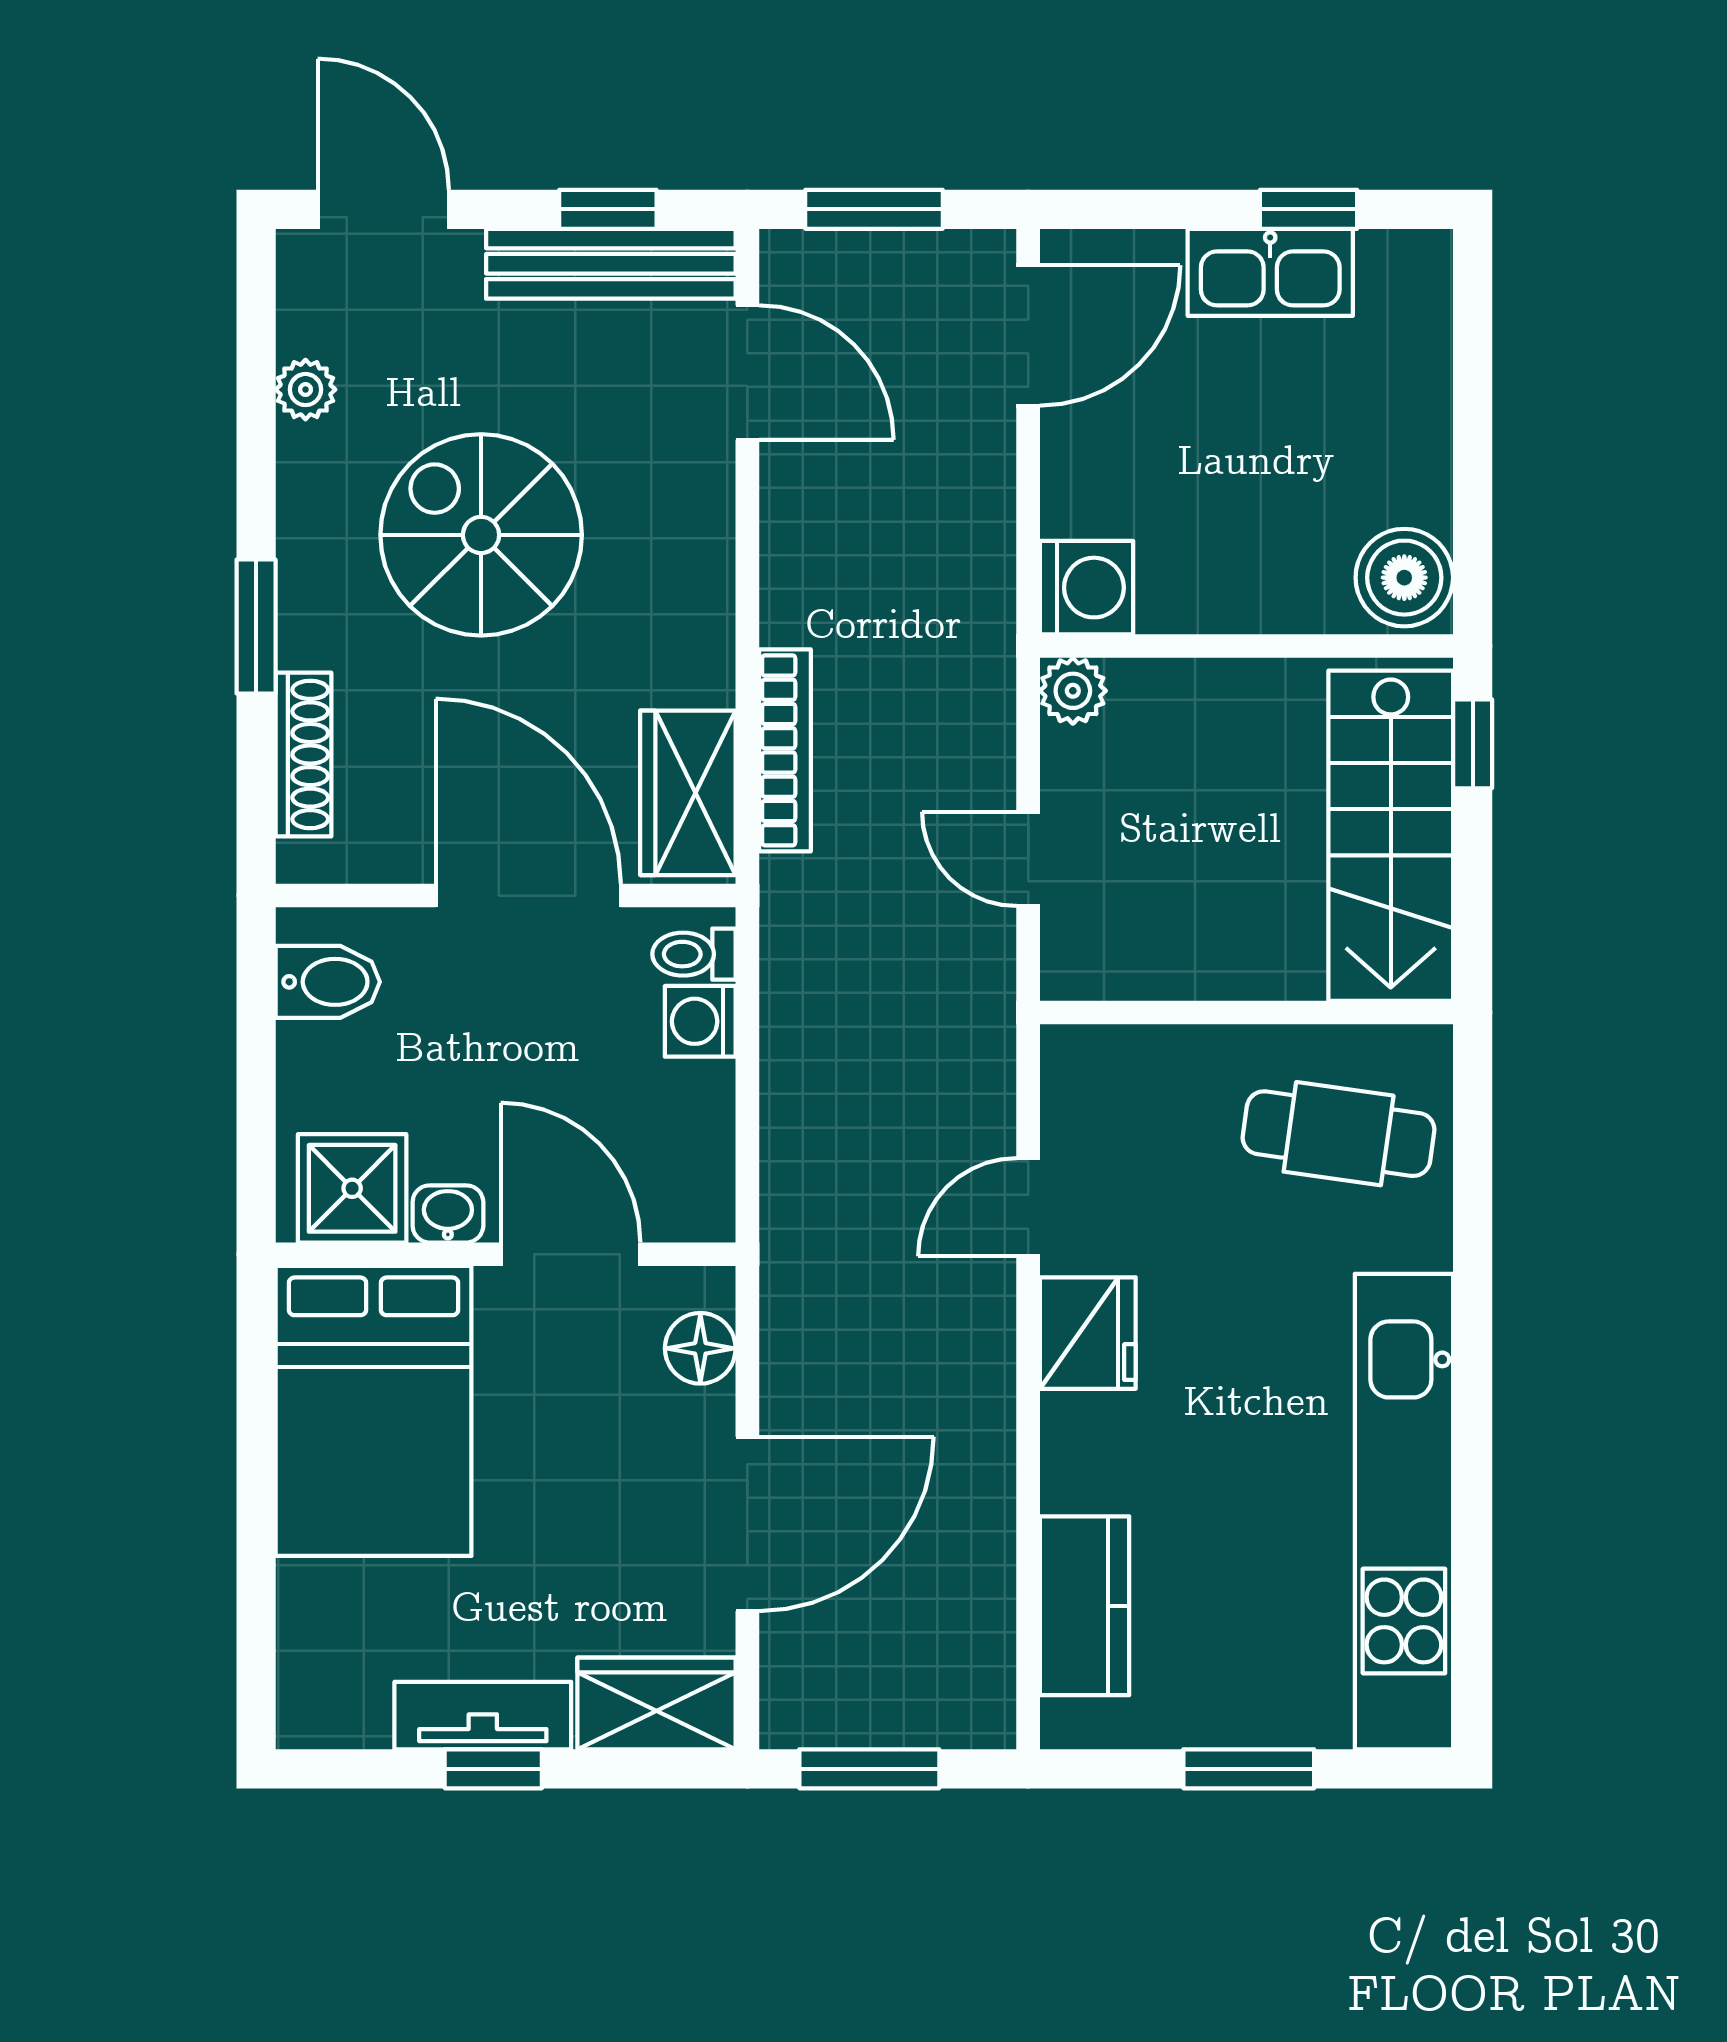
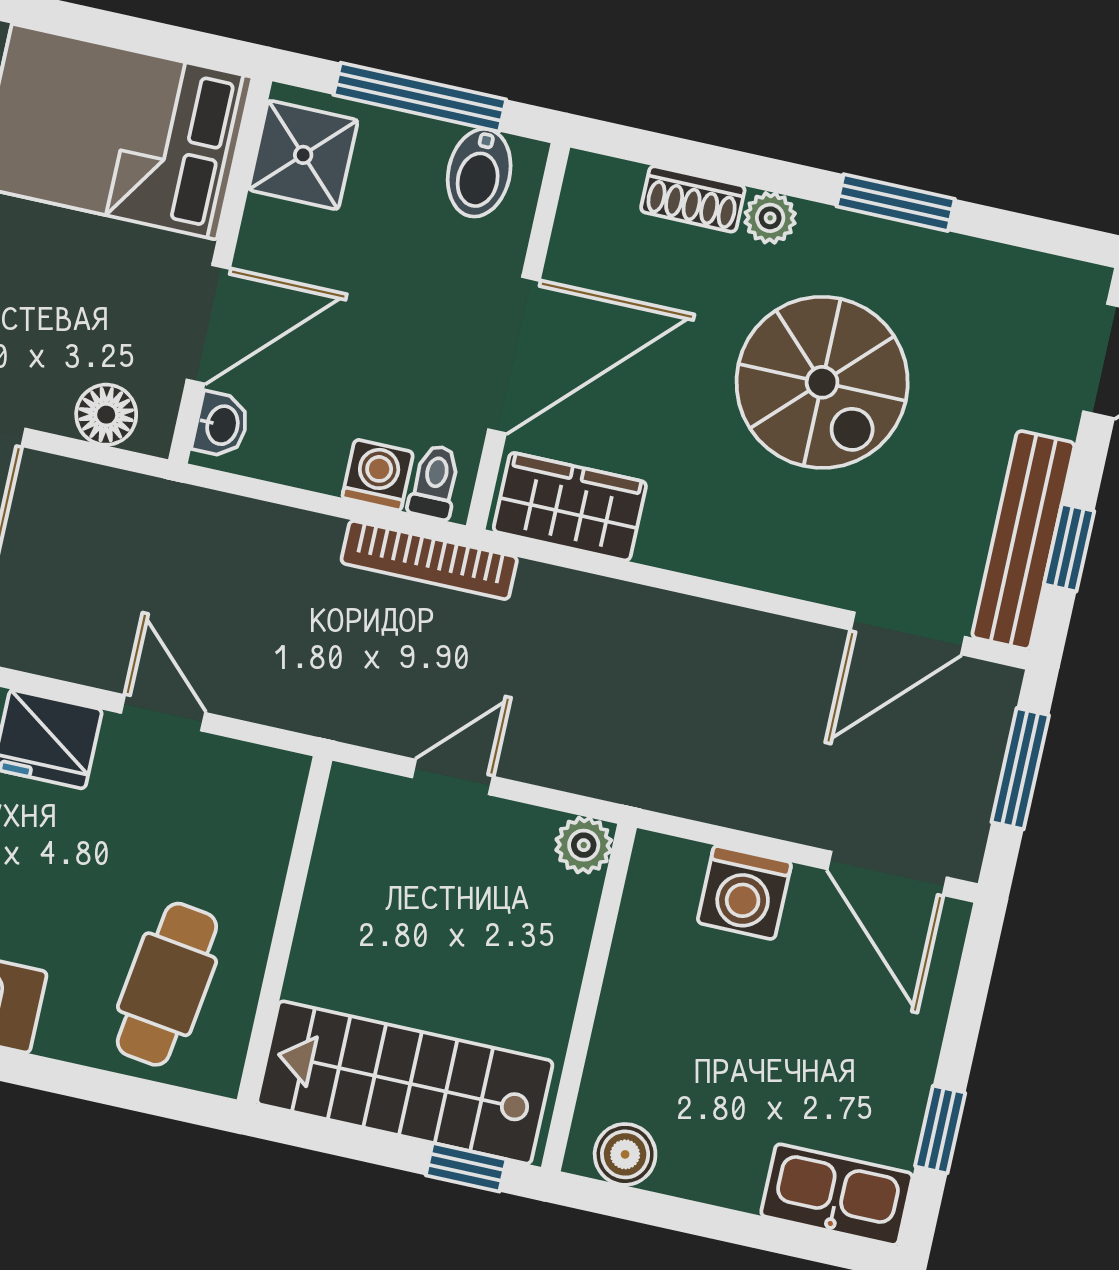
kitchen sink: (1270, 272) -> (837, 1195), moved, turned 90
plant: (306, 390) -> (770, 218), moved
spiral stairs: (481, 535) -> (822, 382), turned 90
boiler: (1404, 578) -> (625, 1154), width x0.73, depth x0.73
washing machine: (1086, 588) -> (744, 893), moved
window: (256, 627) -> (896, 203), moved
bookcase: (785, 750) -> (429, 560), moved
shoe rack: (303, 755) -> (693, 199), width x0.70
window: (256, 1069) -> (420, 97), added
washbasin: (448, 1214) -> (221, 425), moved

